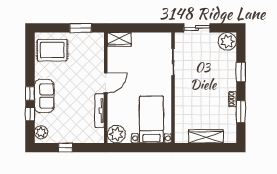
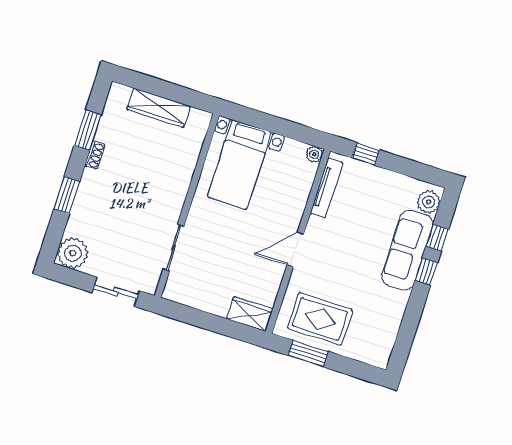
rug: (52, 50) -> (320, 319), moved
sofa: (44, 96) -> (407, 250), width x1.36
tv unit: (99, 111) -> (327, 188), moved
plant: (116, 134) -> (314, 154), width x0.53, depth x0.53
window: (65, 148) -> (366, 154), moved

